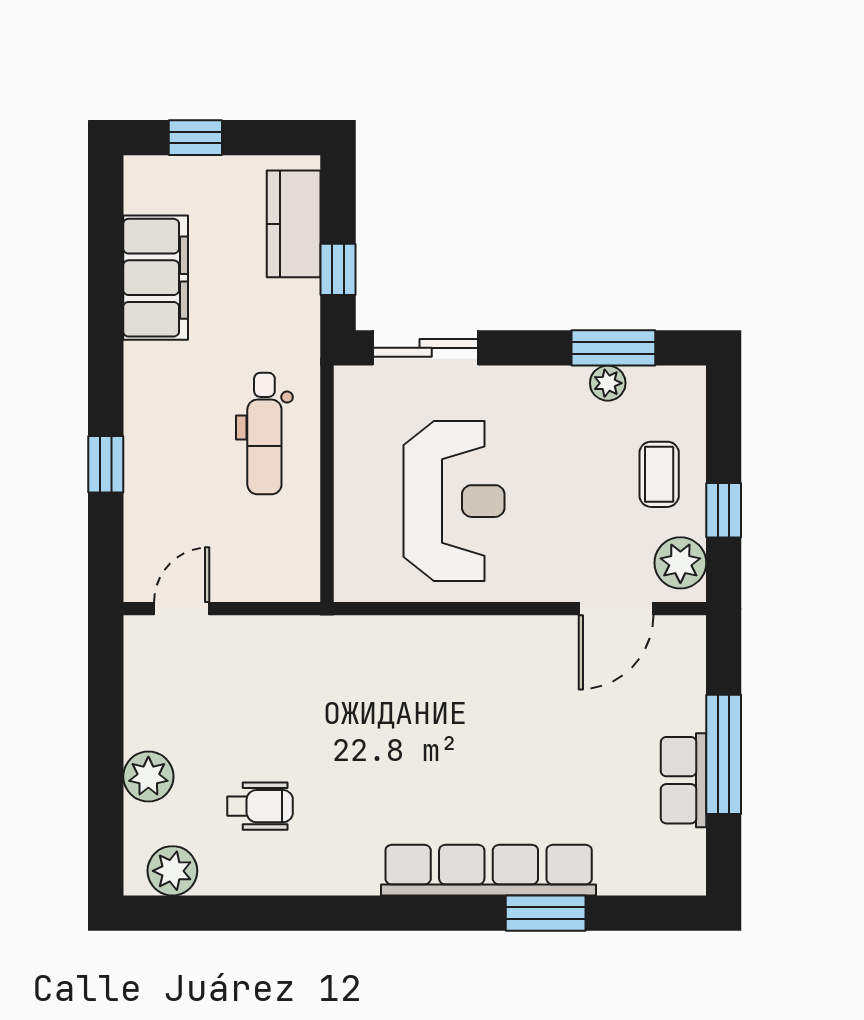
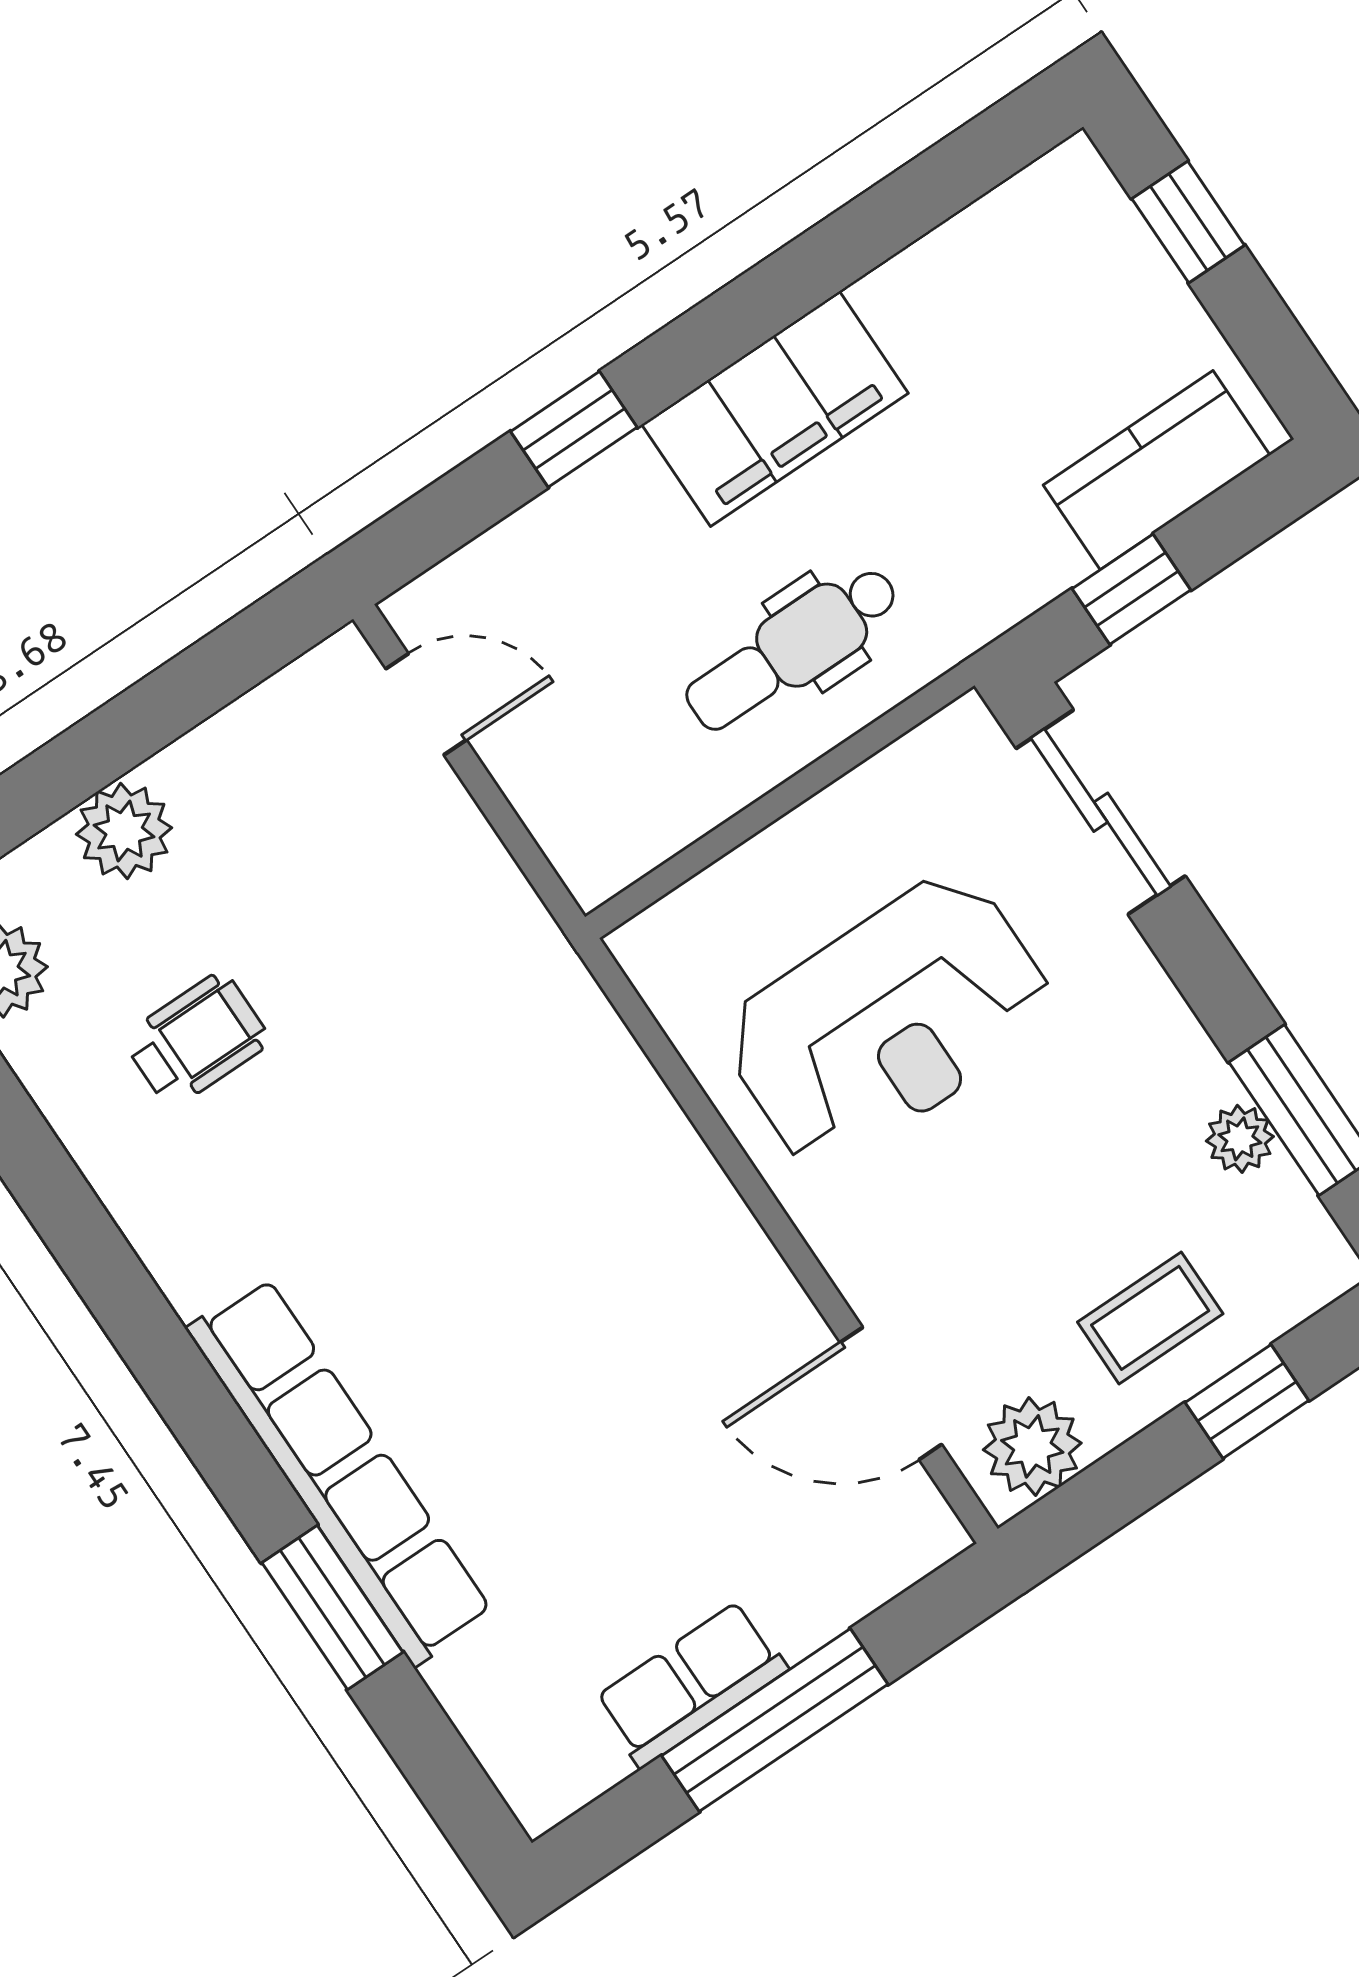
filing cabinet: (156, 278) -> (775, 409), moved
window: (724, 510) -> (1247, 1401), moved
wheelchair: (260, 806) -> (196, 1040), turned -90

